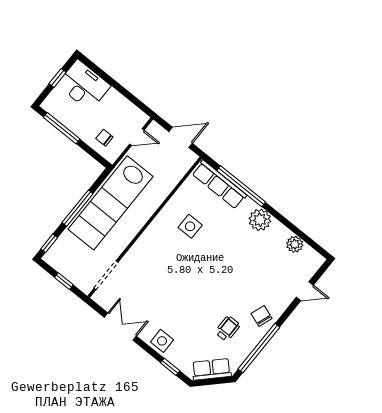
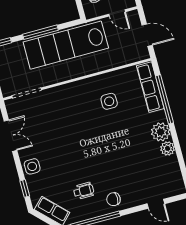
plant: (295, 244) -> (168, 148), moved
chair: (262, 316) -> (113, 199), turned -110

